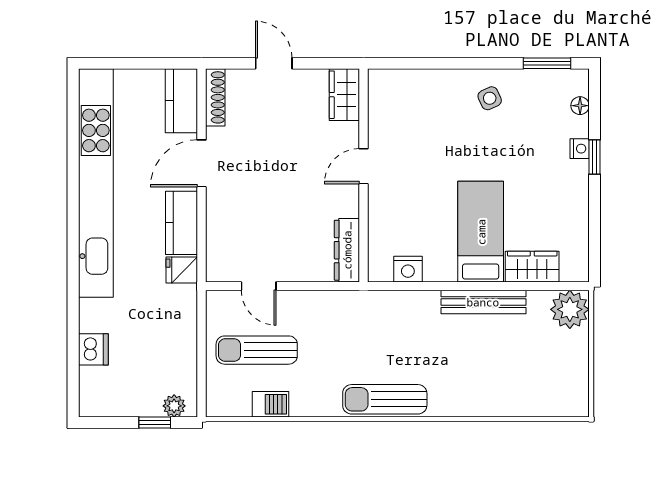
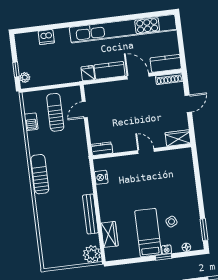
side table: (490, 98) -> (171, 222), moved
bed: (481, 232) -> (148, 233), moved, turned -90
dresser: (347, 250) -> (102, 149), width x0.70

